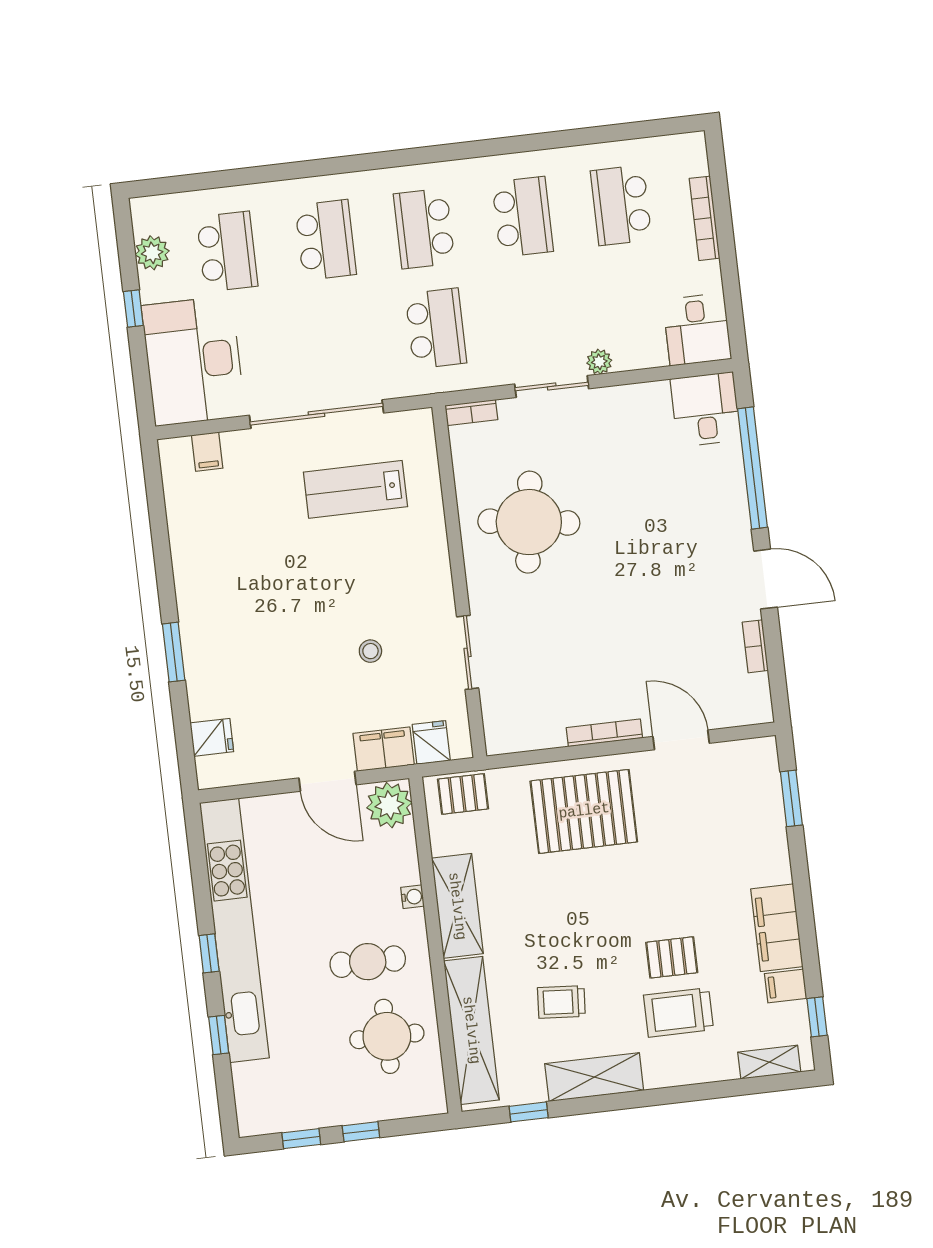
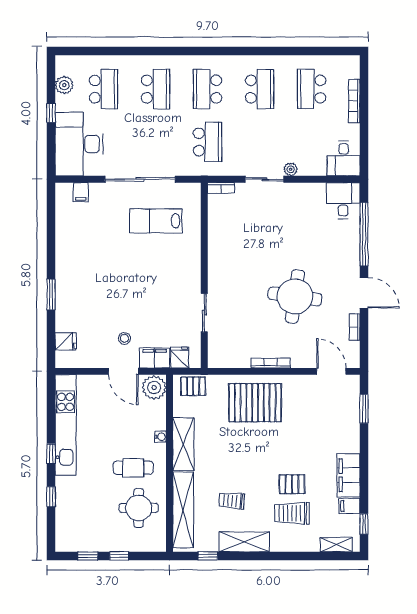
round table: (529, 522) -> (295, 296), moved
stool: (370, 651) -> (124, 338), moved
door: (681, 740) -> (331, 371), moved
kitchen unit: (234, 930) -> (66, 425), width x0.73

